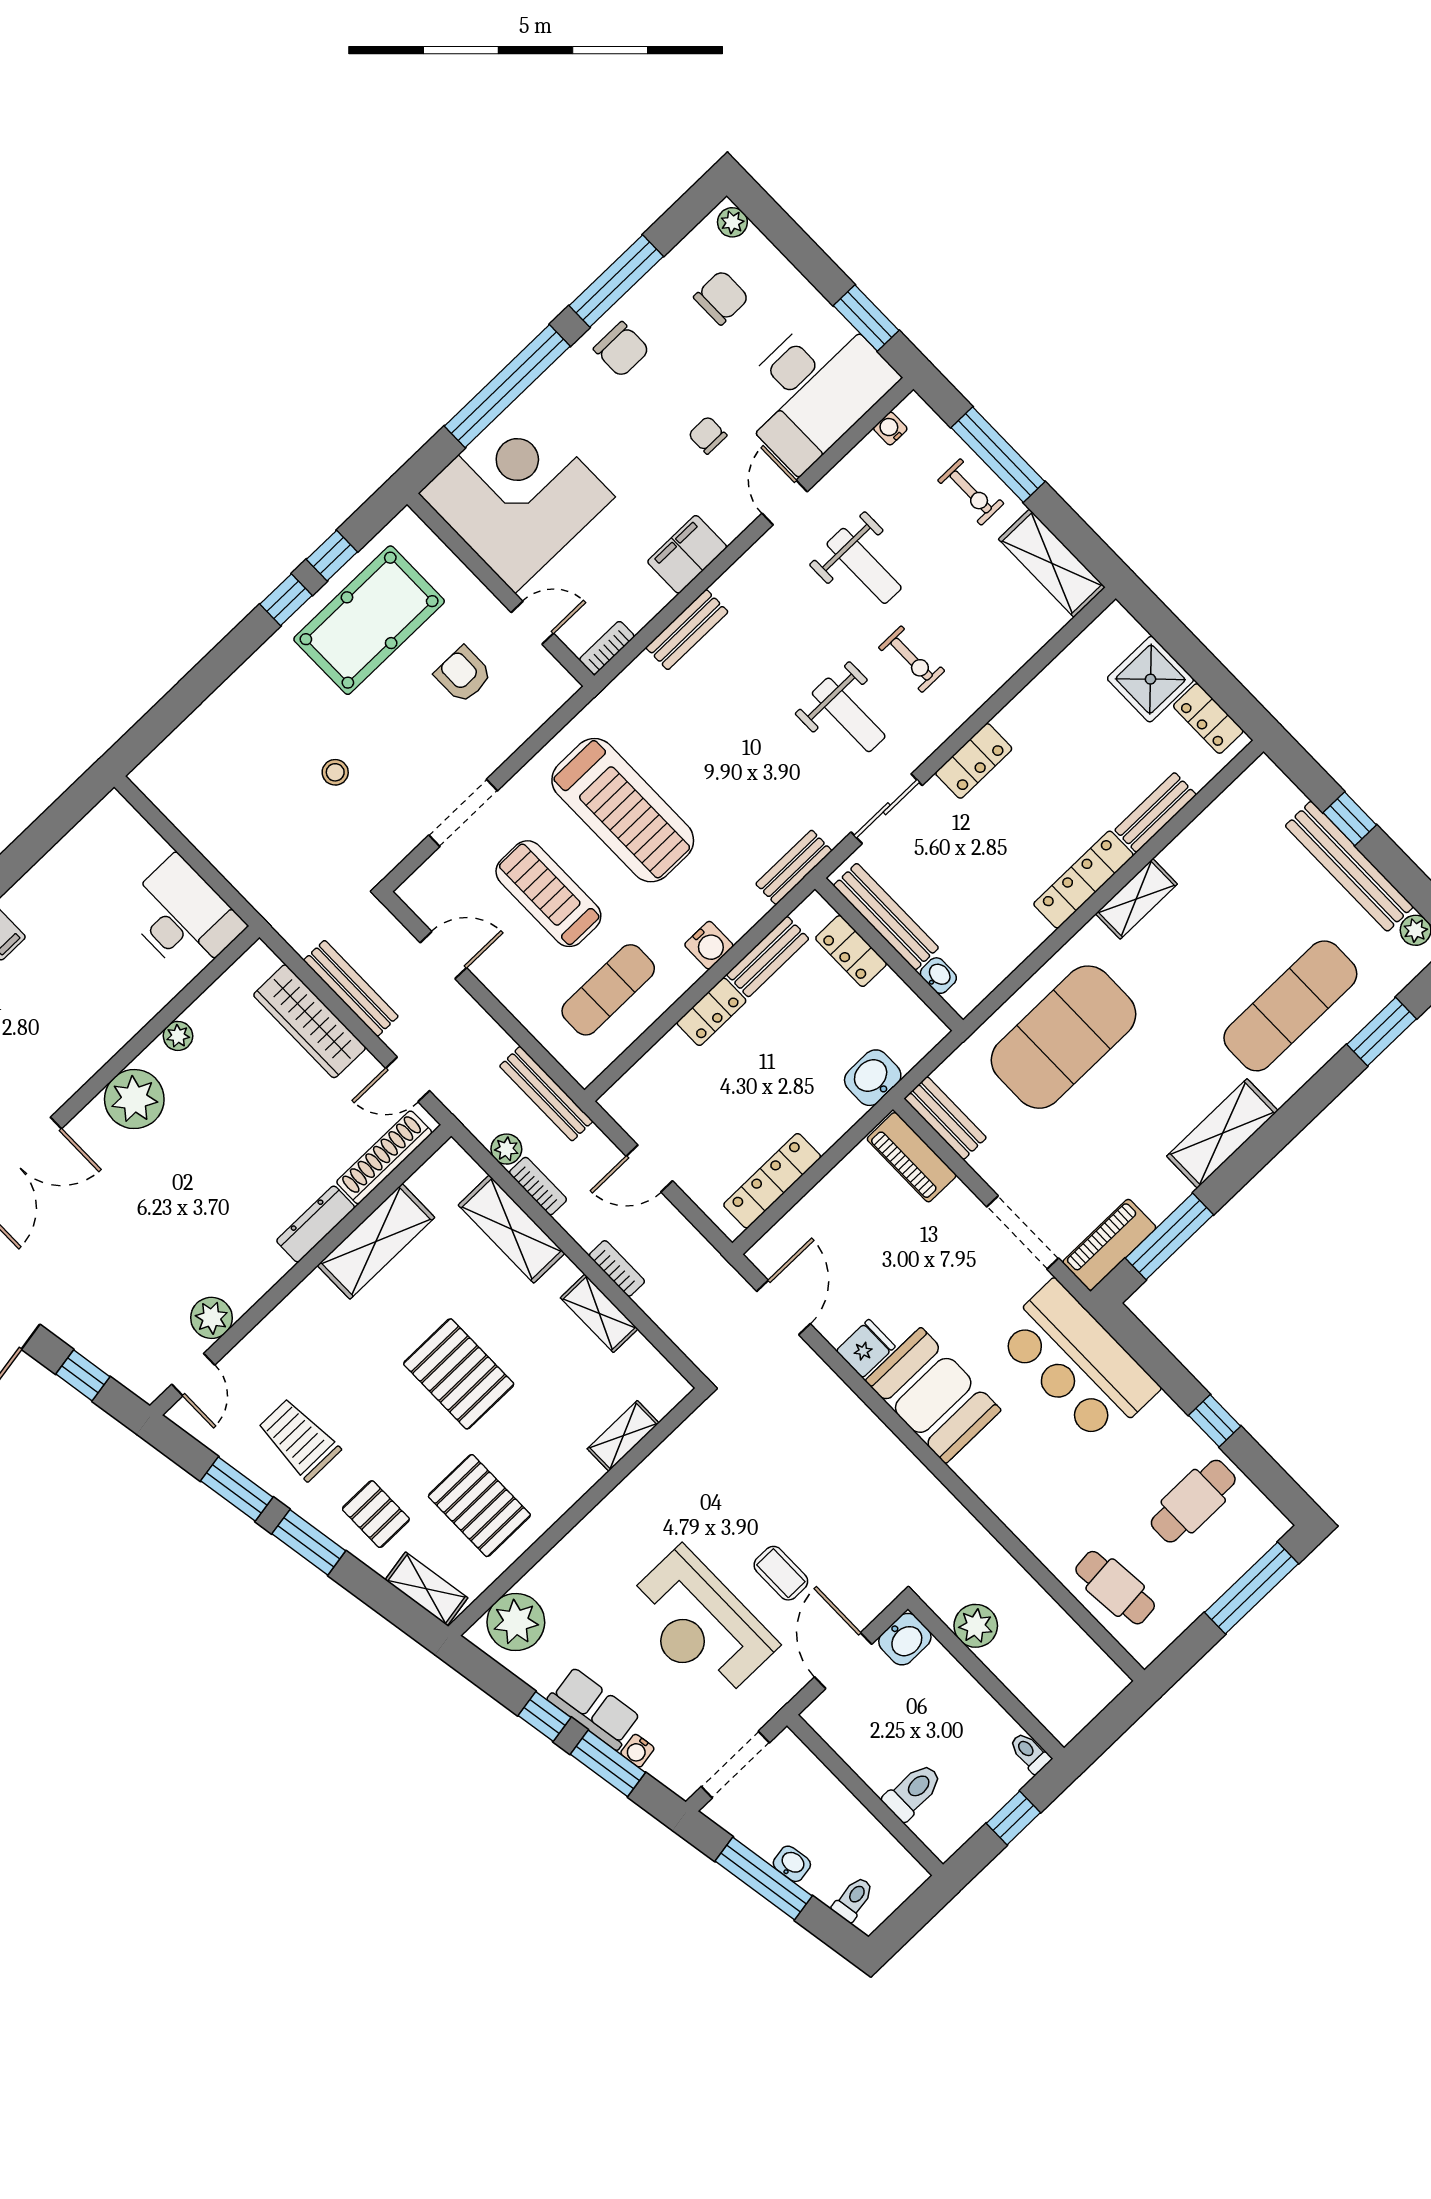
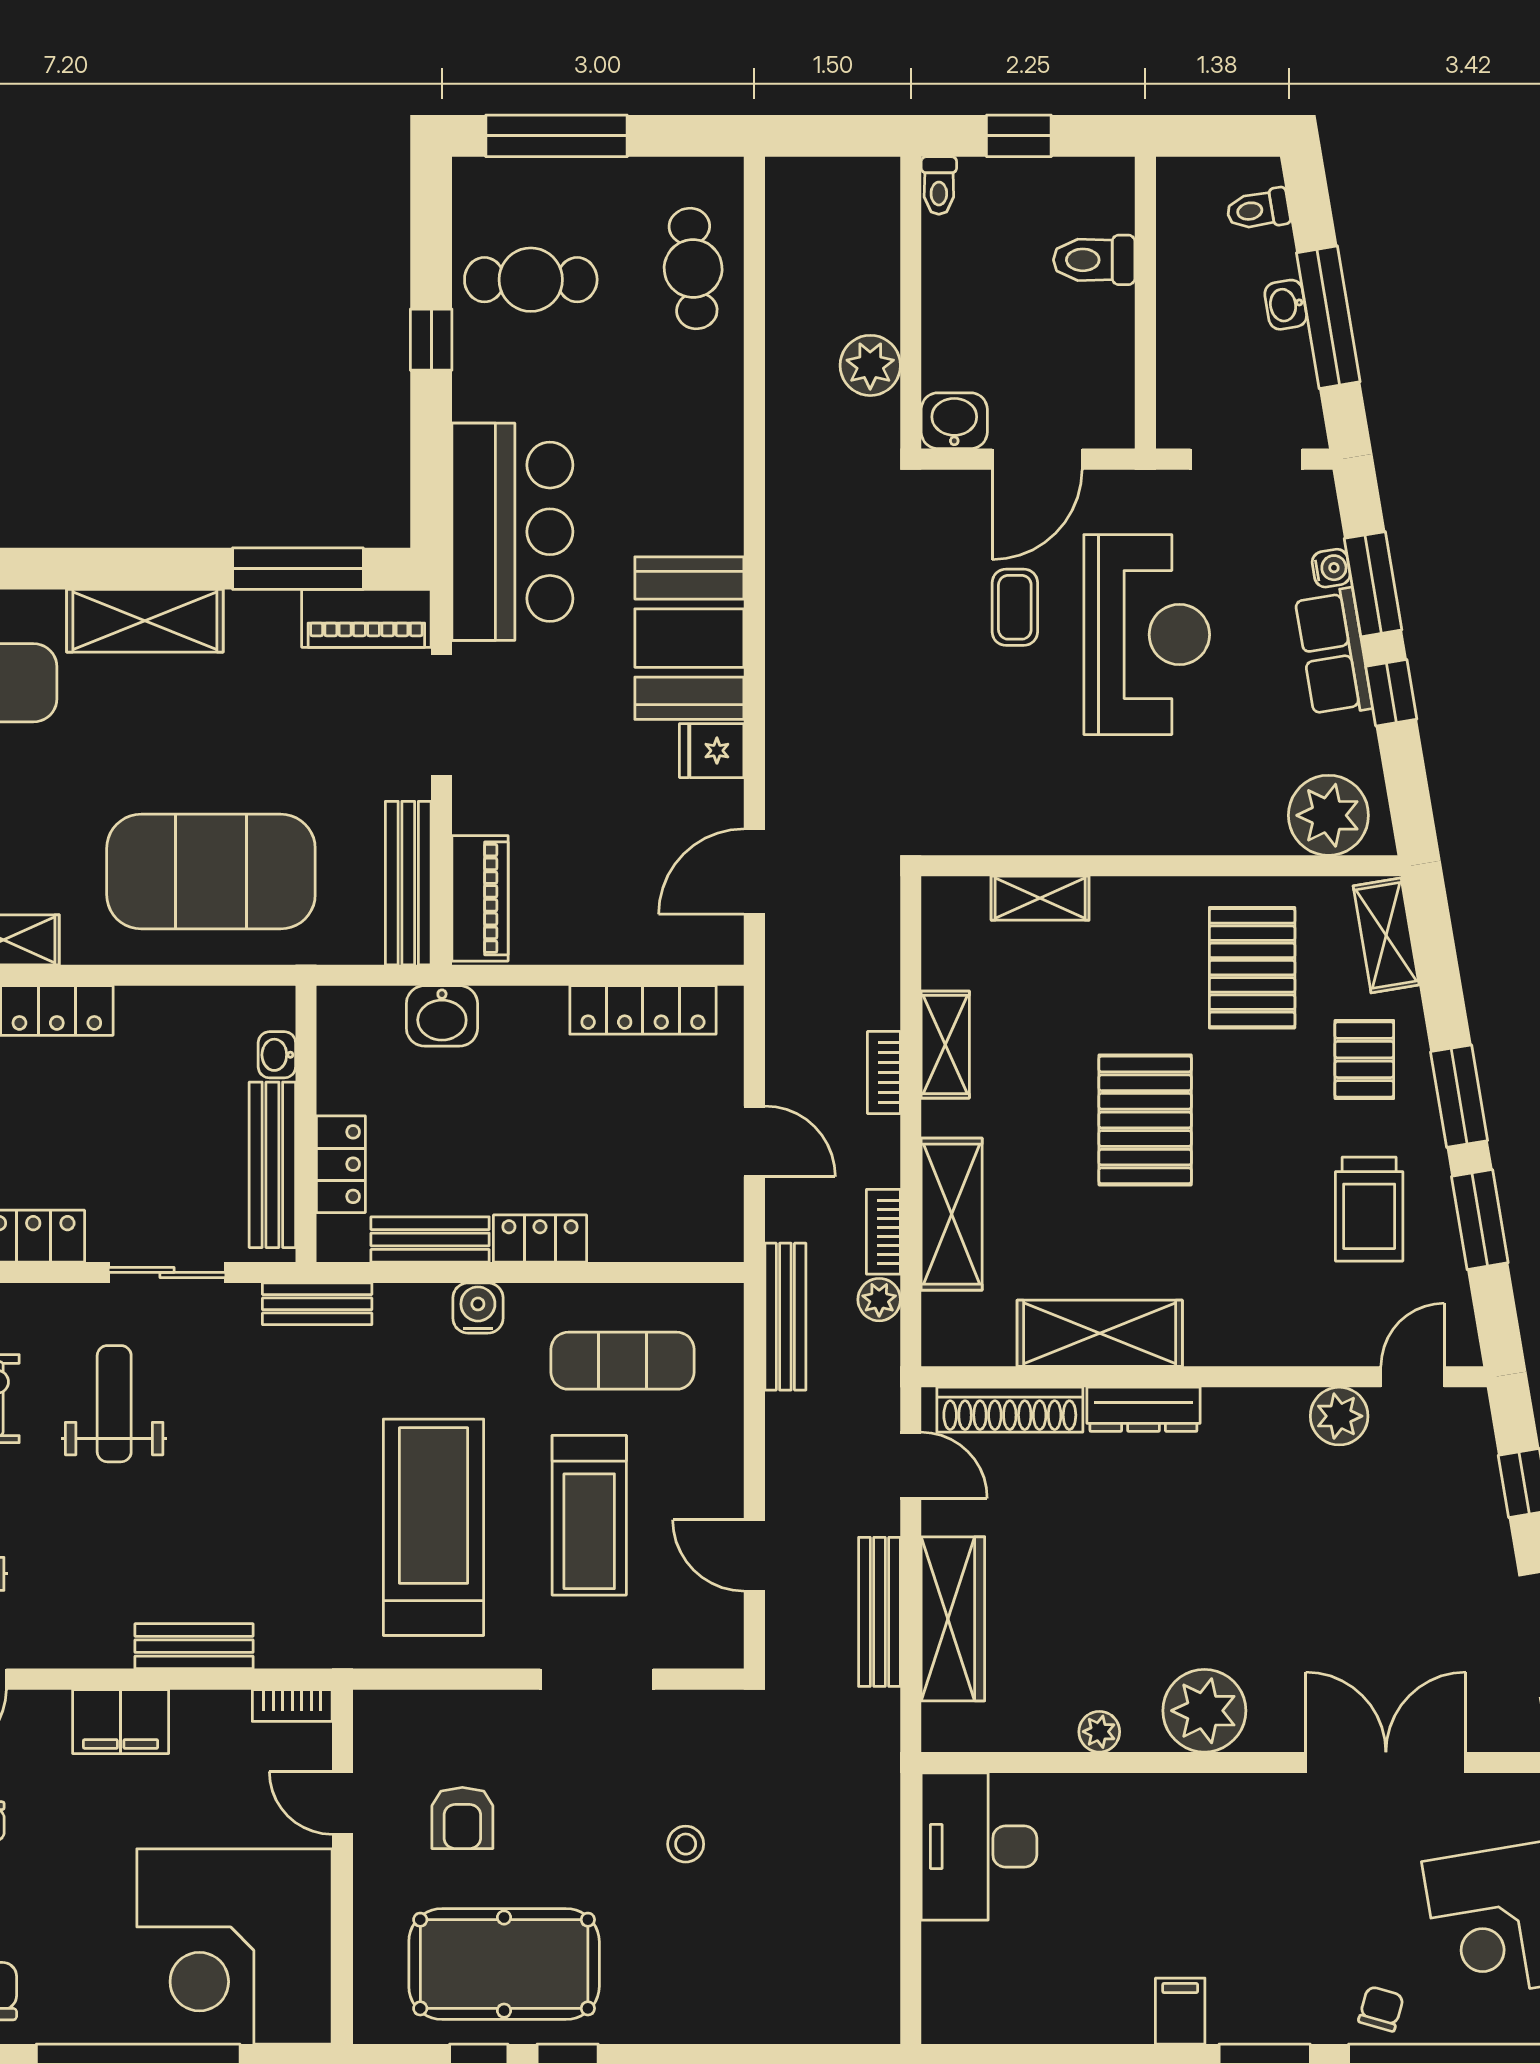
bench: (945, 1118) -> (408, 883), width x1.36

